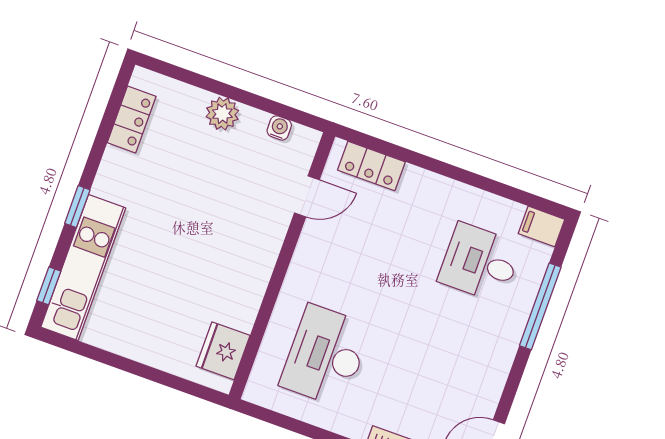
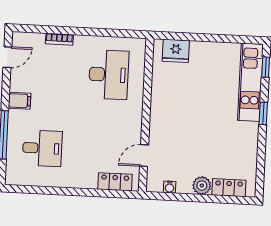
locker: (132, 119) -> (229, 188), moved, turned 90
filing cabinet: (541, 226) -> (20, 101), moved
fridge: (223, 351) -> (176, 51), moved, turned 90

